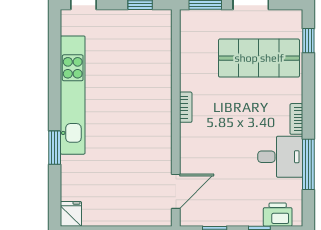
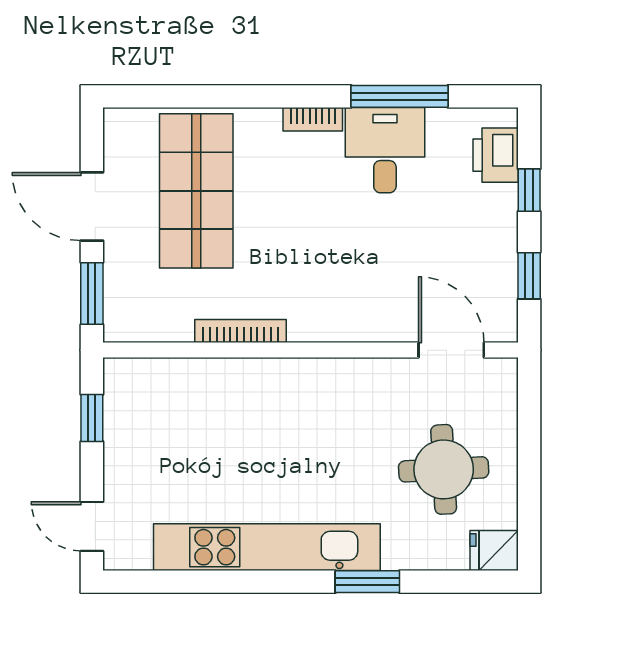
window: (308, 41) -> (163, 96), removed
bookcase: (186, 107) -> (240, 331), moved, width x1.56
round table: (113, 187) -> (444, 469), added

